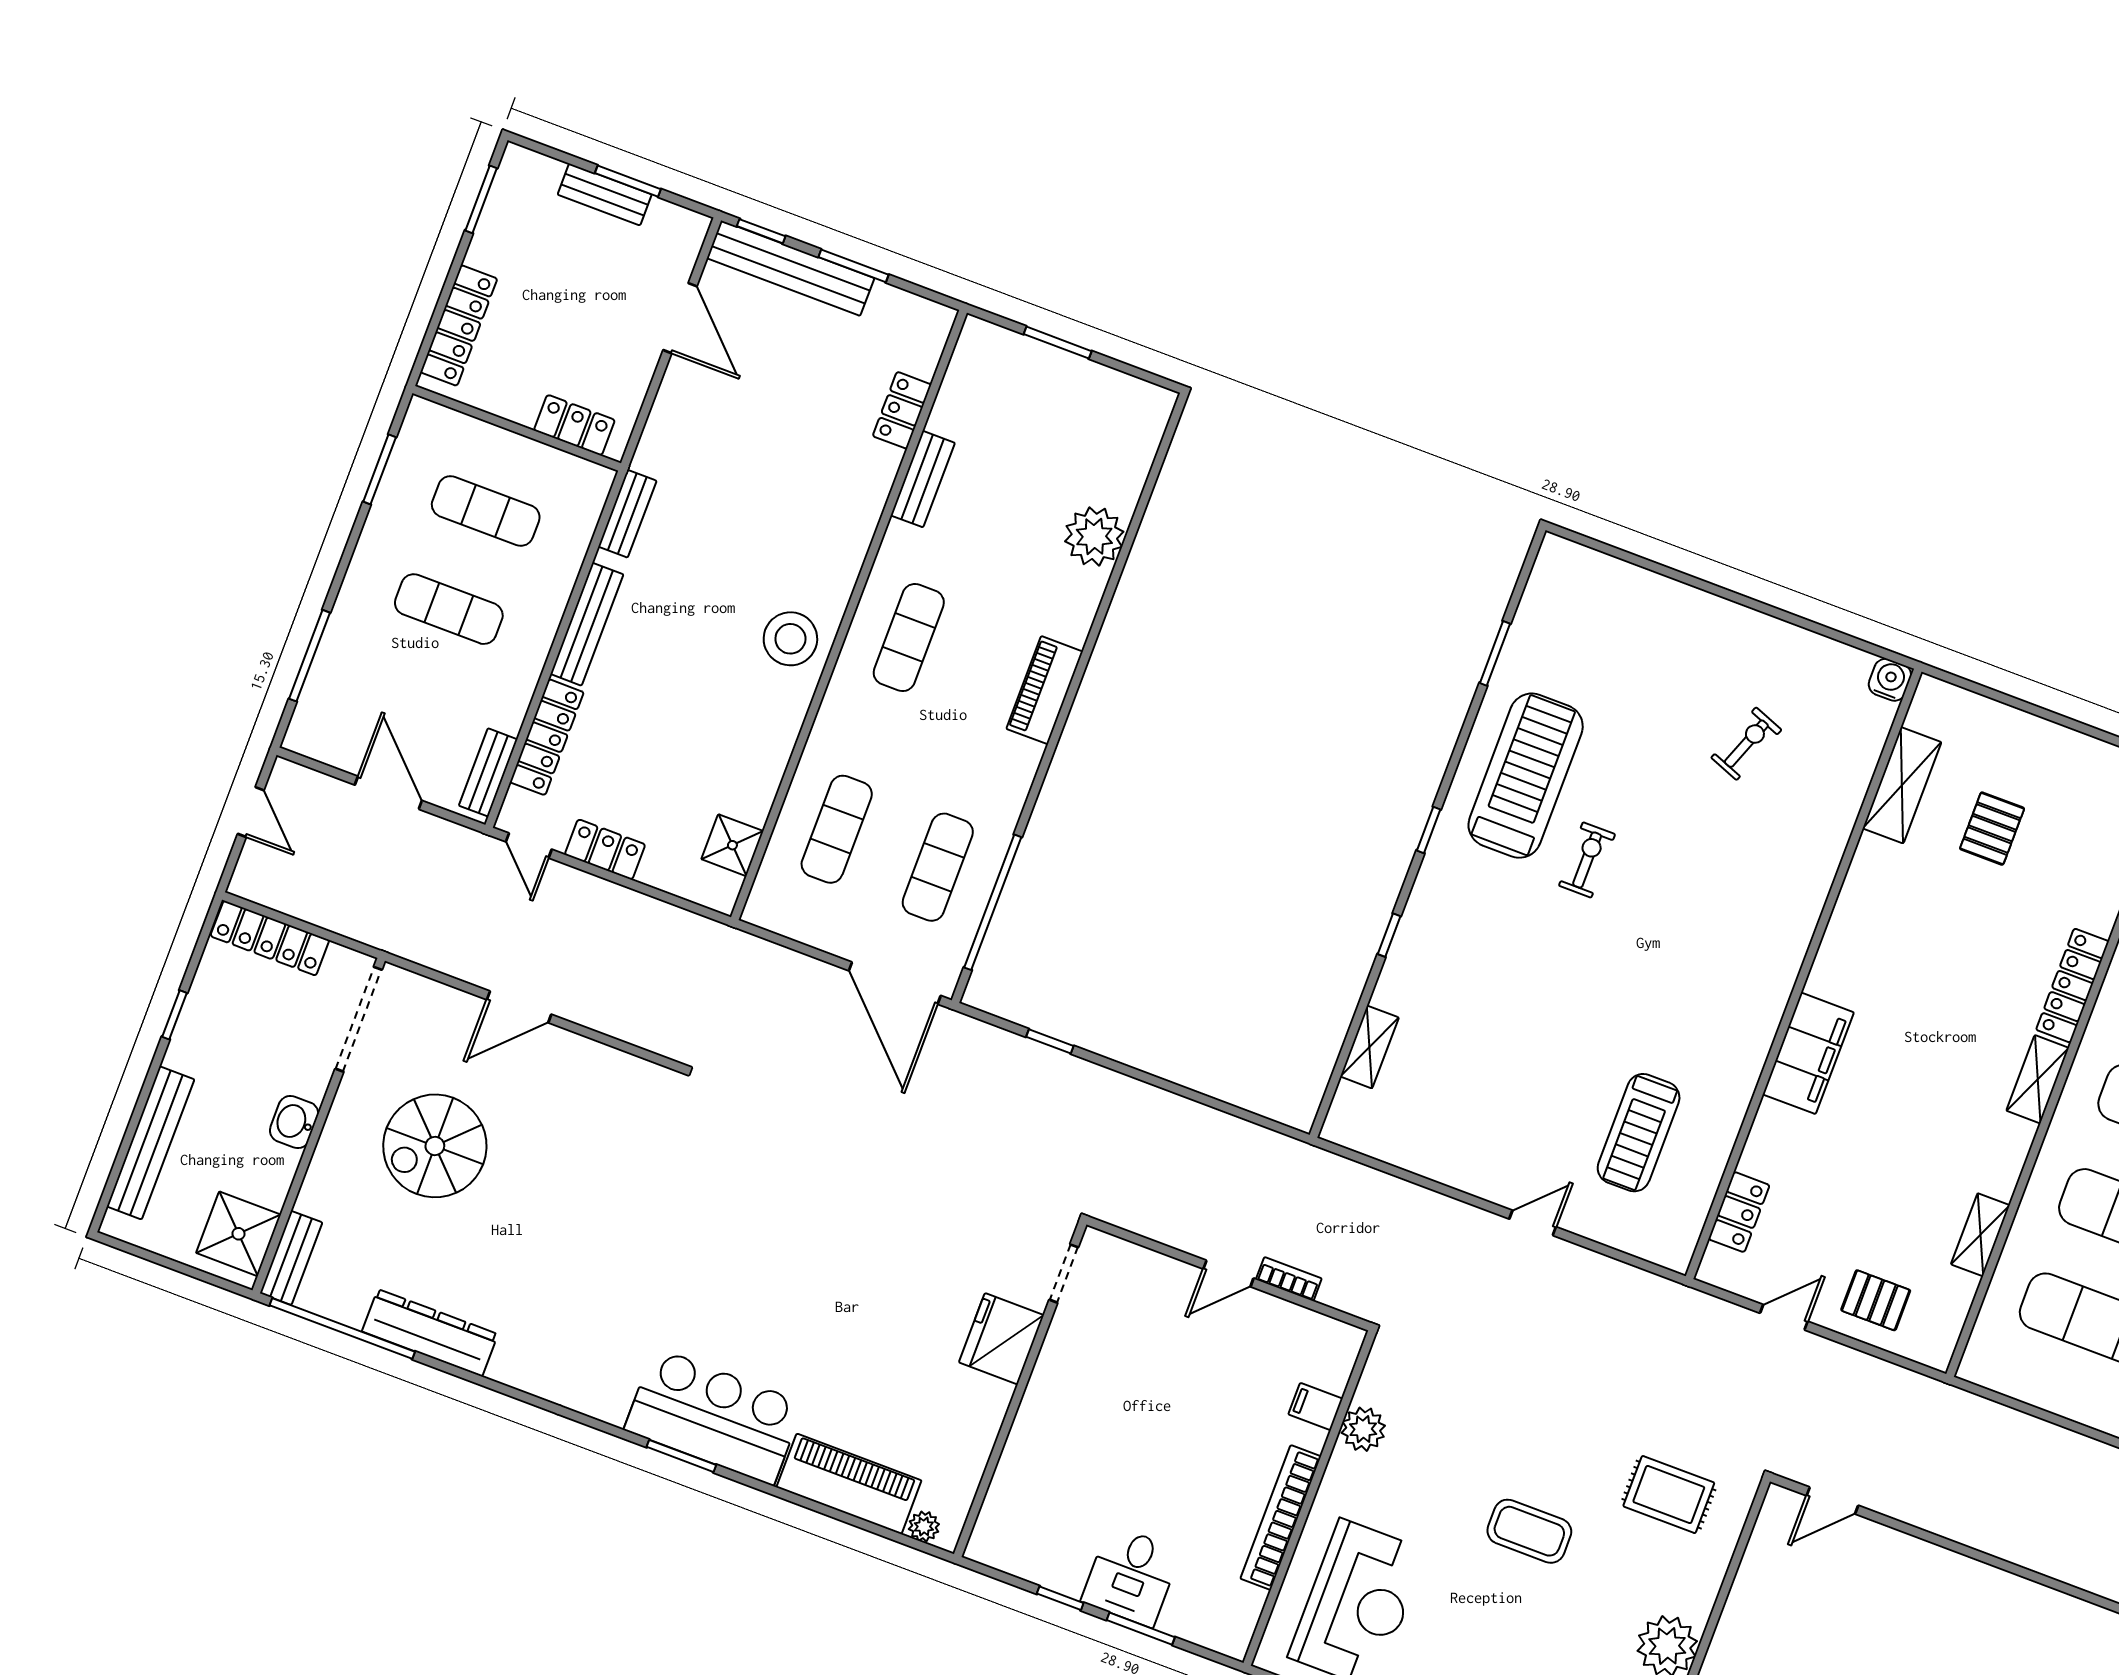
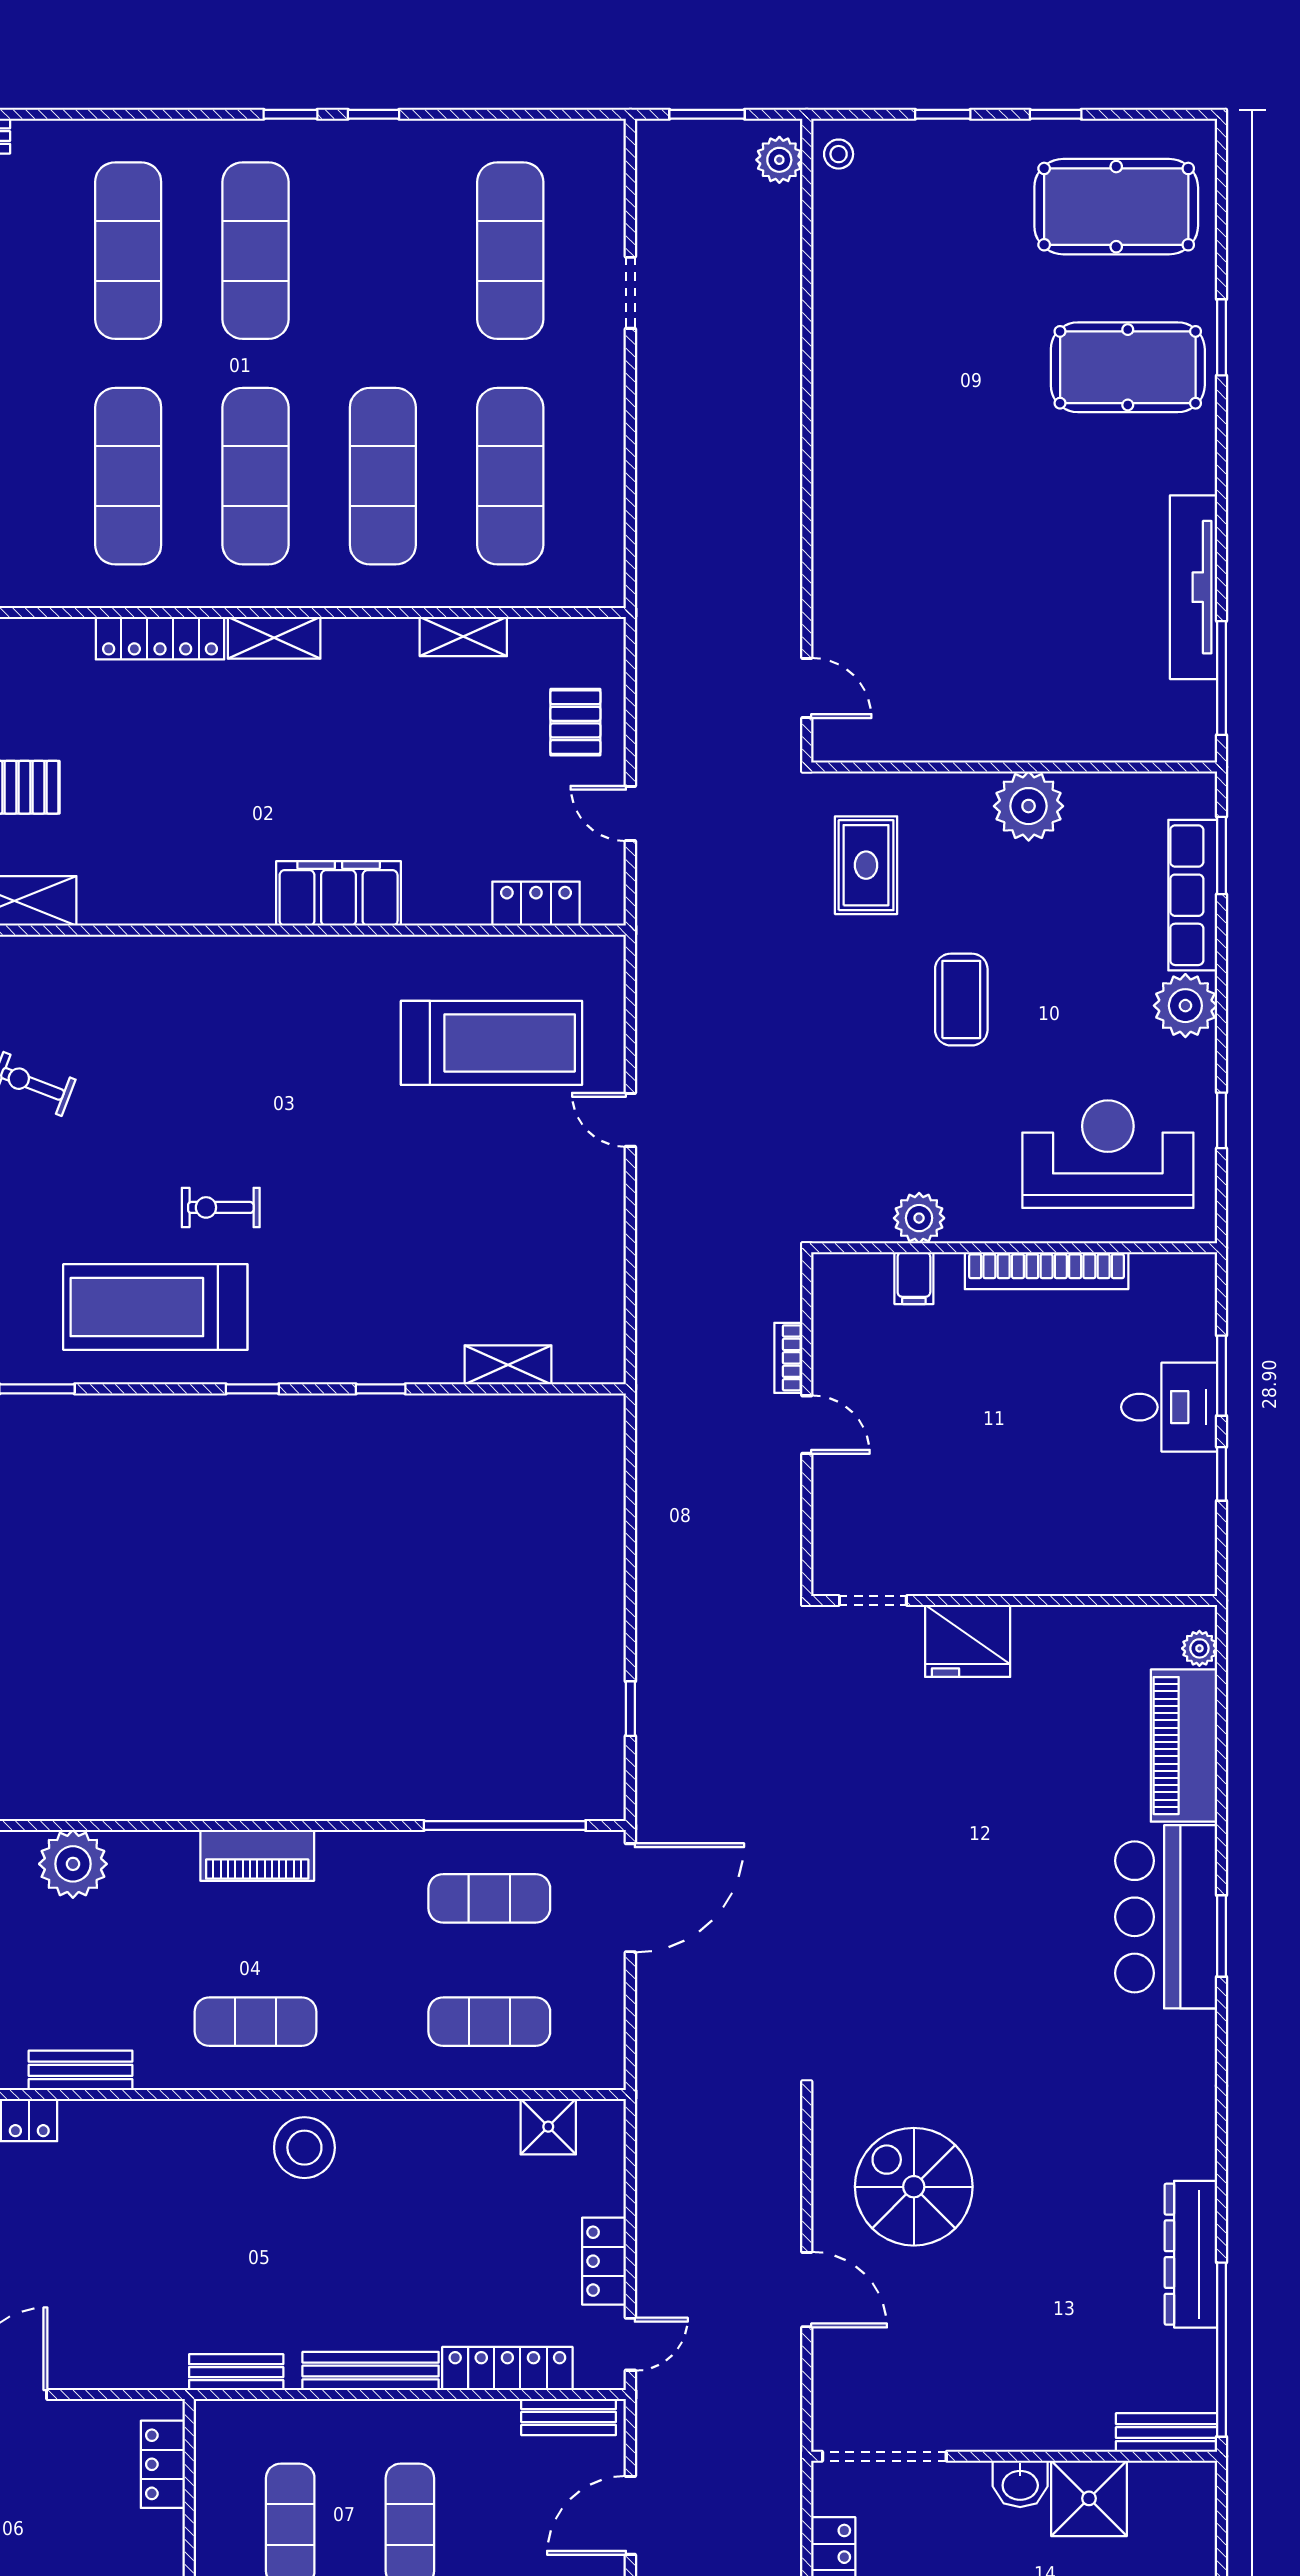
treadmill: (1639, 1133) -> (492, 1043), width x1.37, depth x1.38
spiral stairs: (435, 1146) -> (914, 2187), moved, turned 180
shower: (239, 1234) -> (1089, 2498), moved

